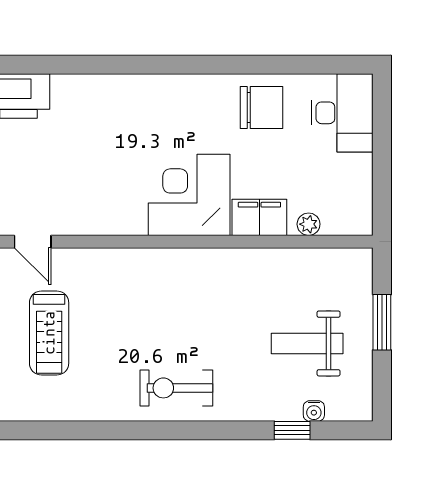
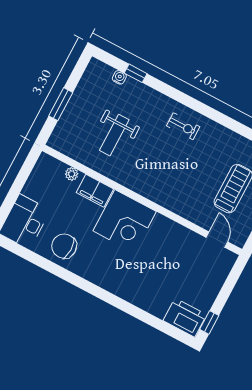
weight bench: (307, 343) -> (114, 135), moved, turned 90
exercise bike: (176, 388) -> (183, 126), width x0.73, depth x0.72

